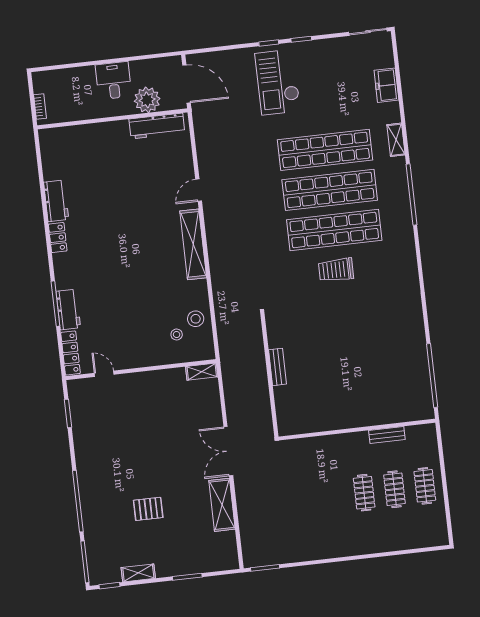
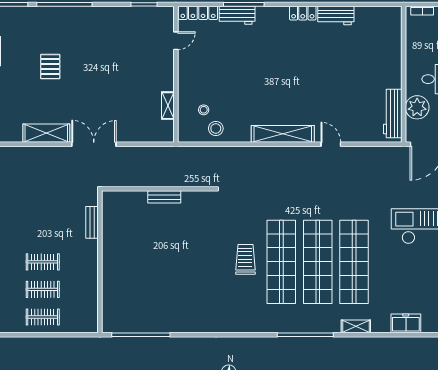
shelving: (202, 372) -> (168, 106), moved
bench: (387, 435) -> (92, 222), moved

